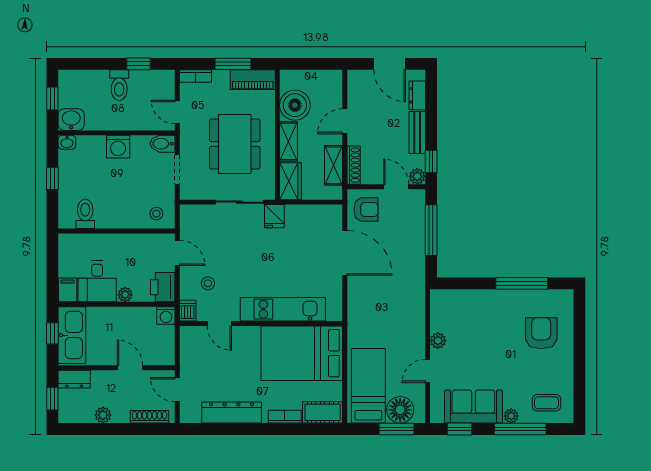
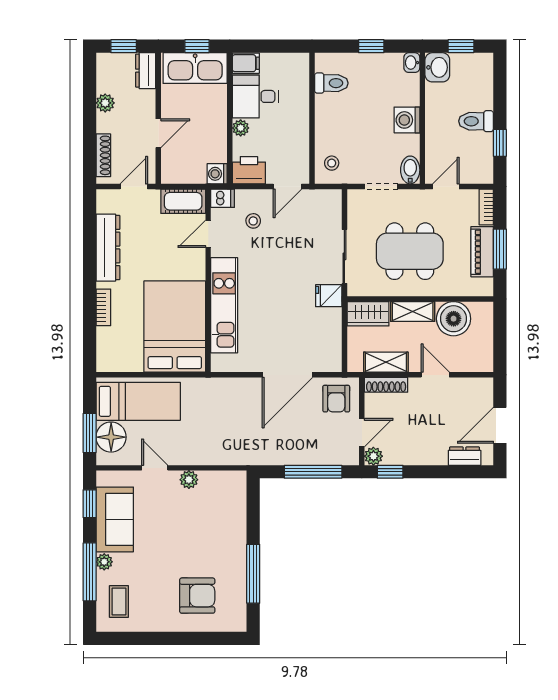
piano: (253, 80) -> (482, 252), moved
bench: (417, 132) -> (423, 456), removed
cot: (323, 412) -> (183, 201), moved, turned 90

